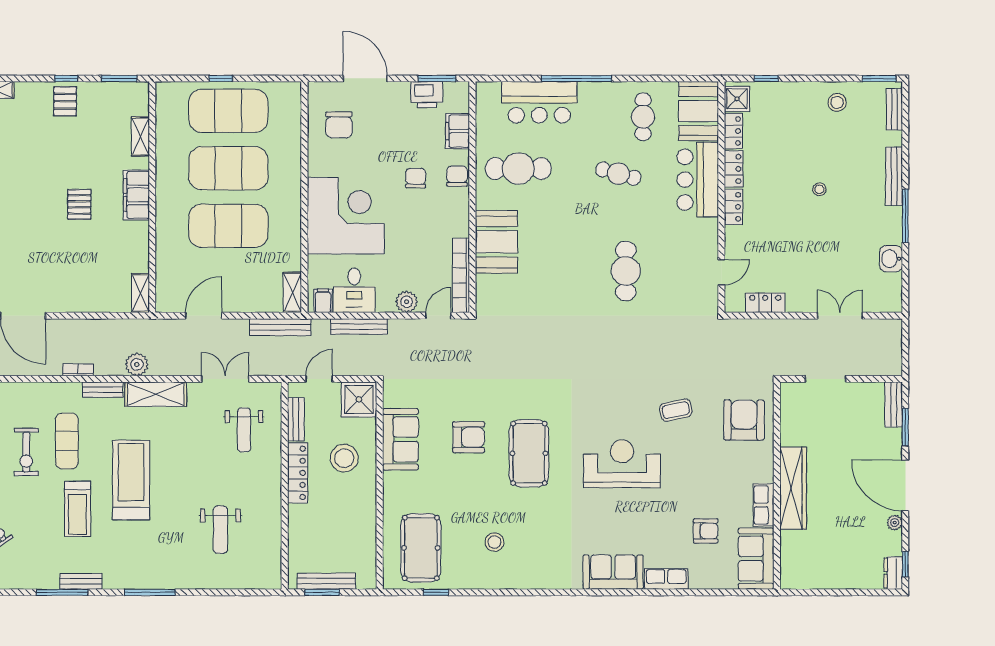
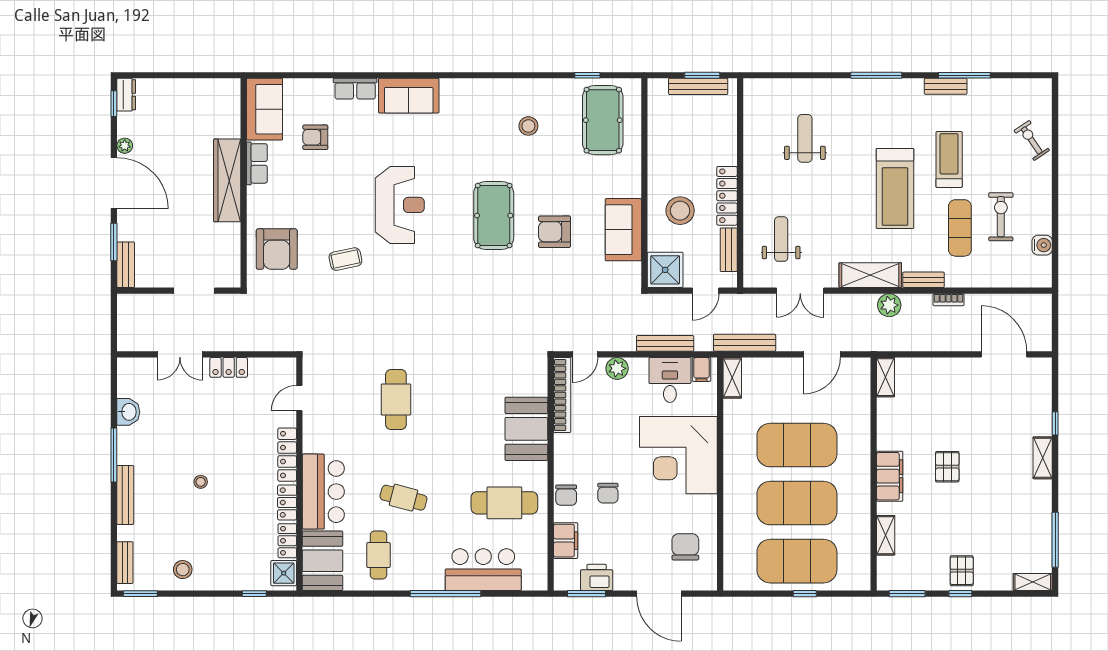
locker: (734, 207) -> (287, 455), width x1.53
locker: (765, 303) -> (229, 367), moved
reception desk: (622, 464) -> (400, 205), turned -90

